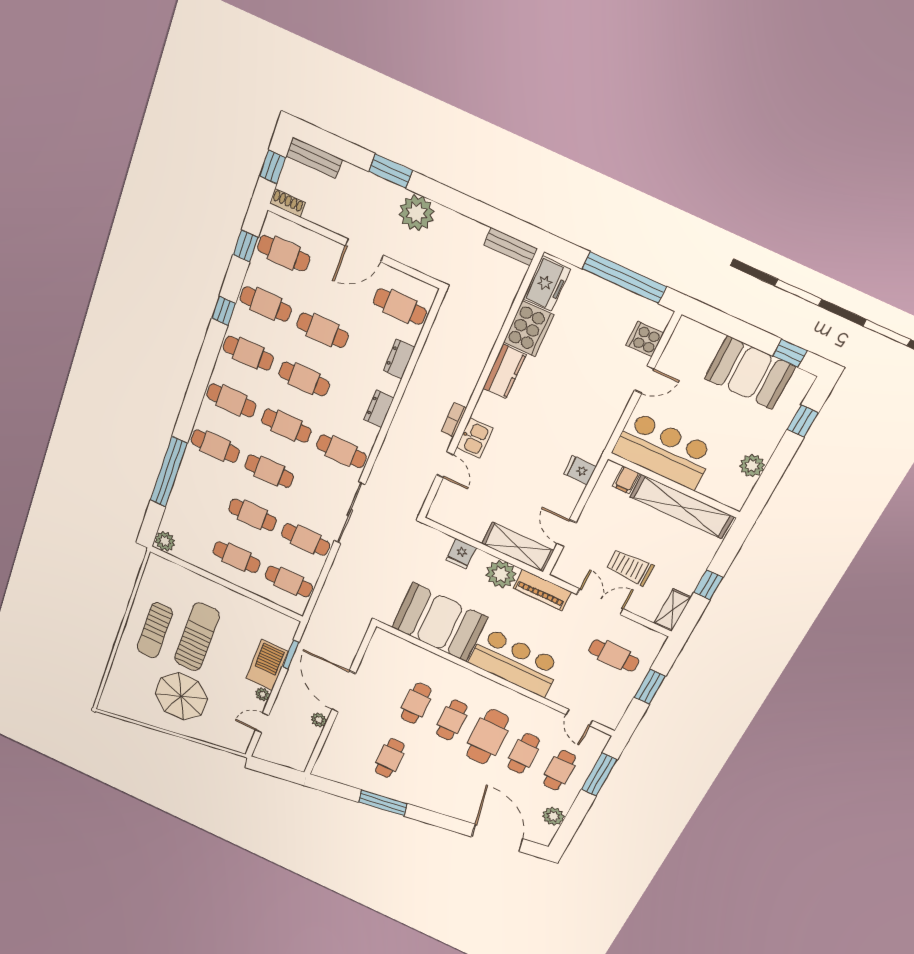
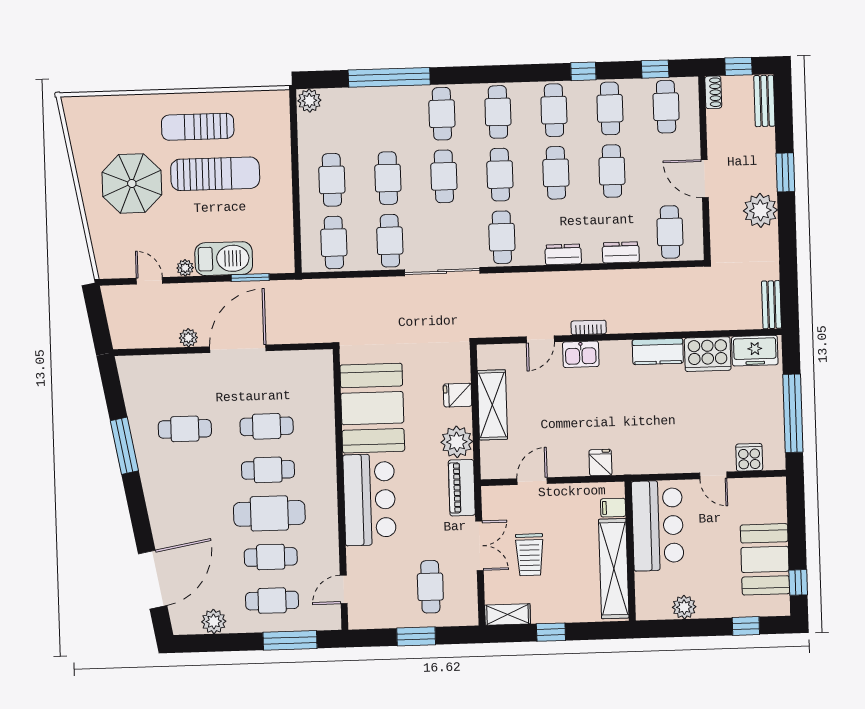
shelving: (518, 547) -> (492, 405), moved
trolley: (630, 567) -> (530, 555), turned 180

